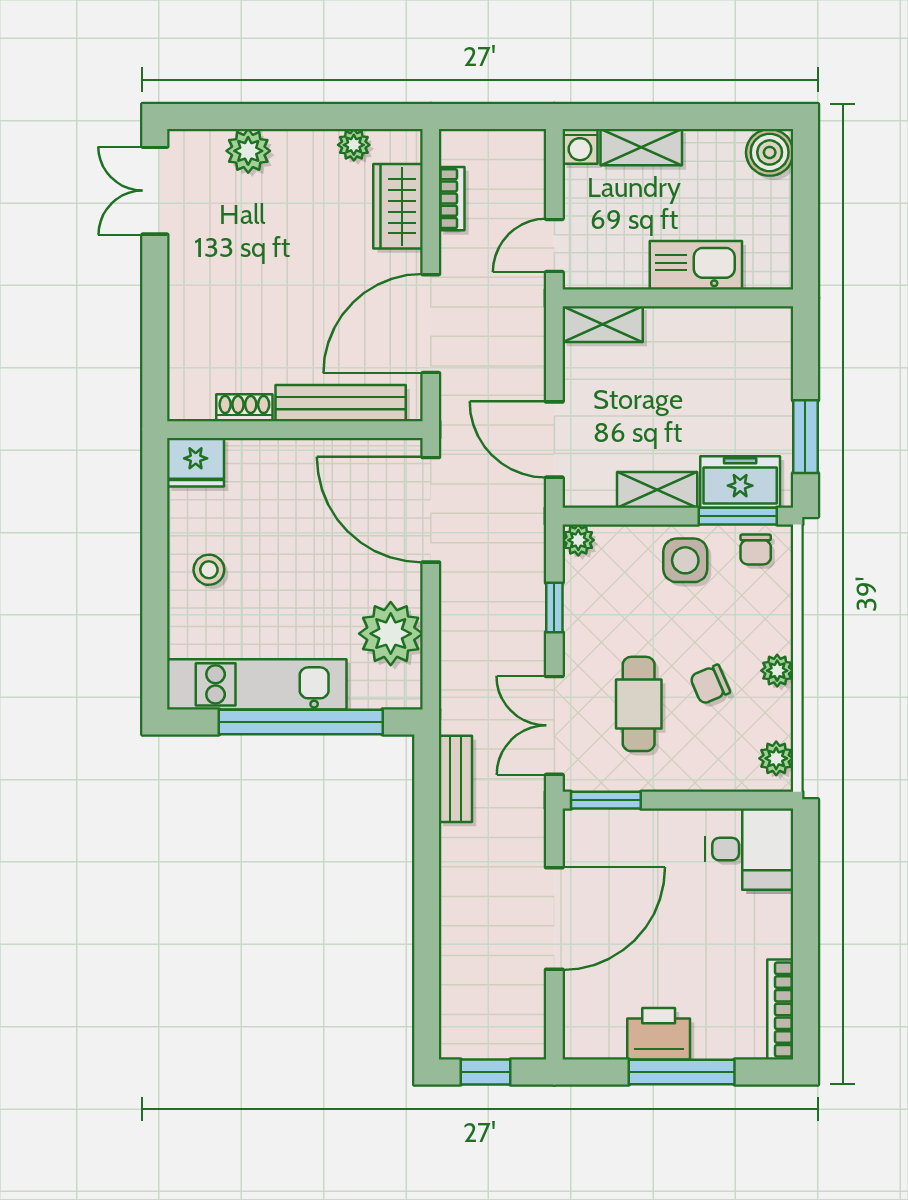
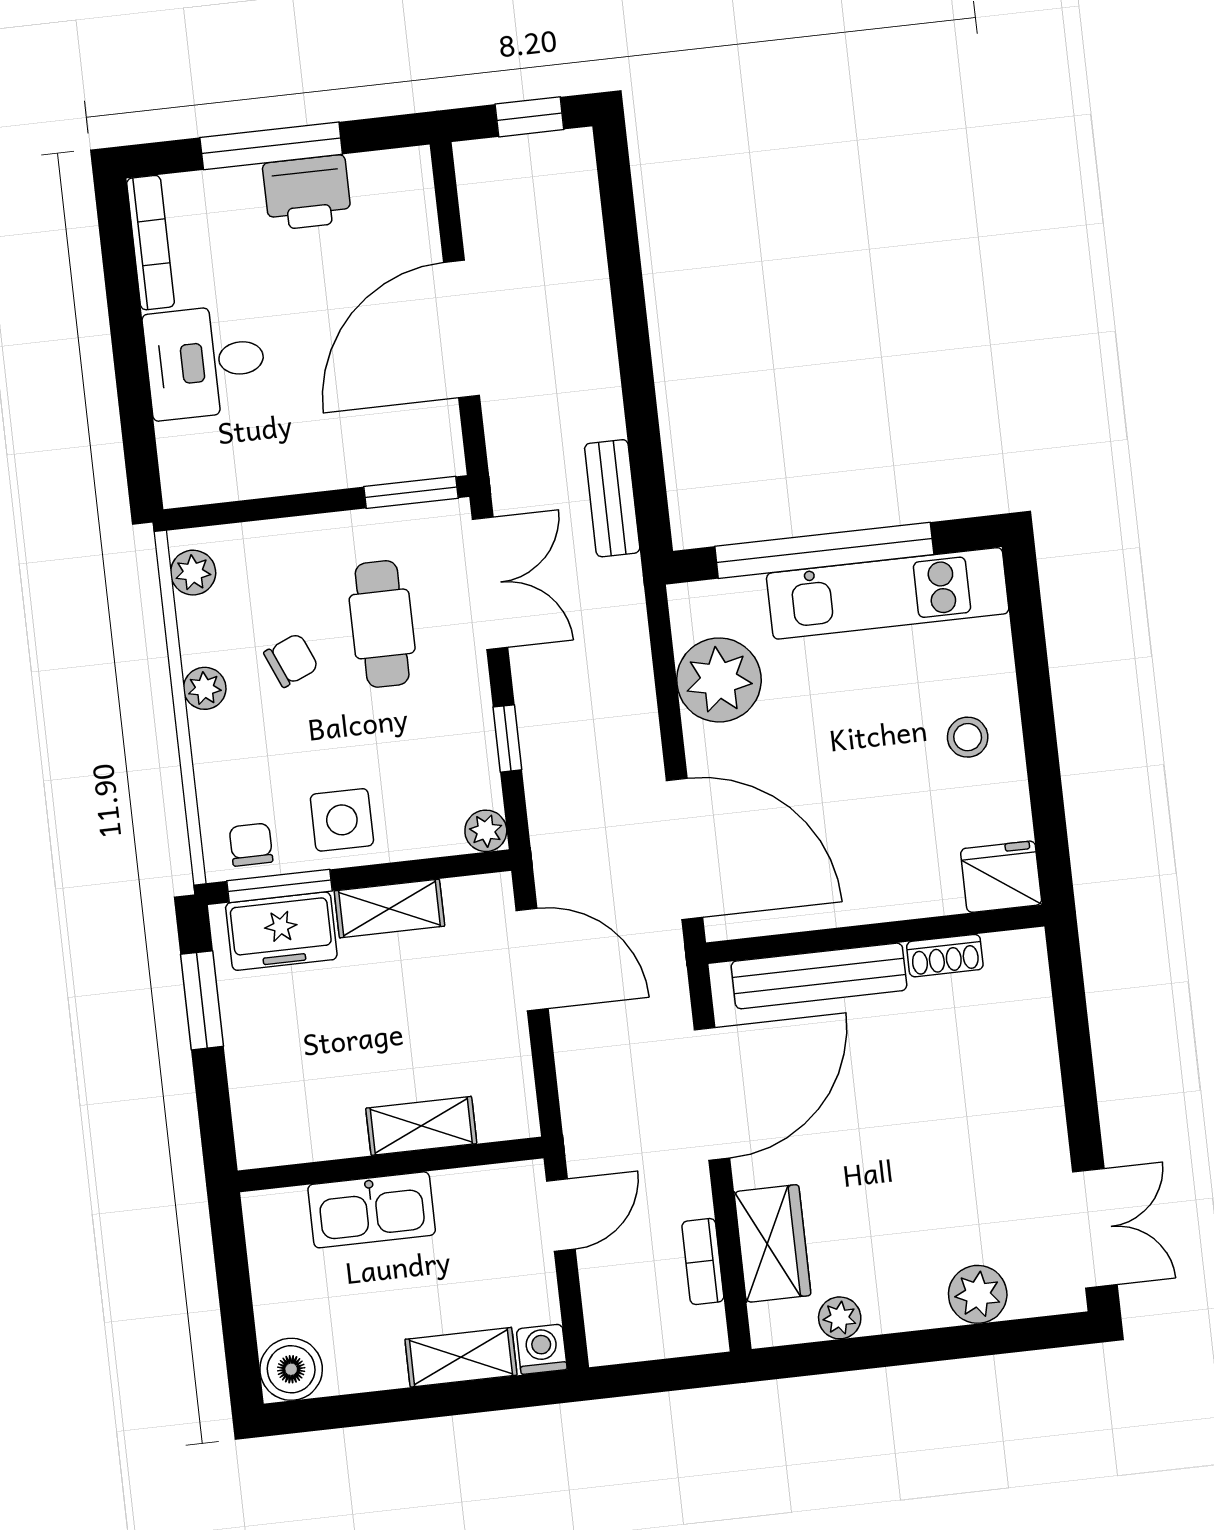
shelving: (603, 324) -> (421, 1126), moved
desk: (749, 849) -> (205, 362), moved

